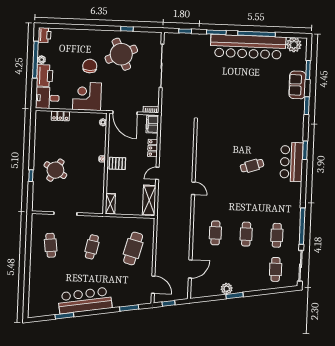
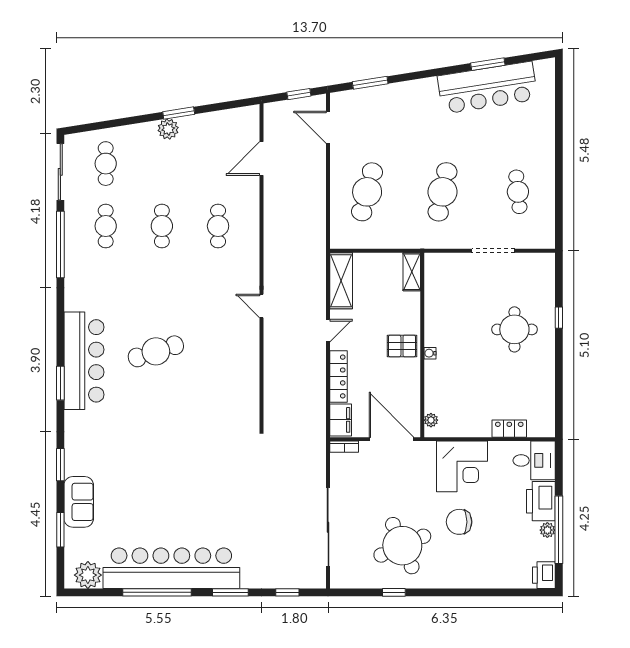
chair: (90, 66) -> (459, 522), turned 90
locker: (153, 148) -> (338, 376), width x1.53
bar counter: (292, 162) -> (84, 361), width x1.36
cafe table: (252, 166) -> (156, 351), width x1.37, depth x1.35
round table: (55, 170) -> (514, 329), turned -31
cafe table: (92, 247) -> (443, 192), width x1.37, depth x1.35
plant: (227, 289) -> (168, 129), moved
bar counter: (85, 301) -> (487, 88), moved

